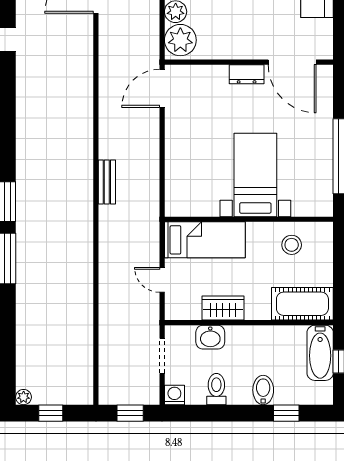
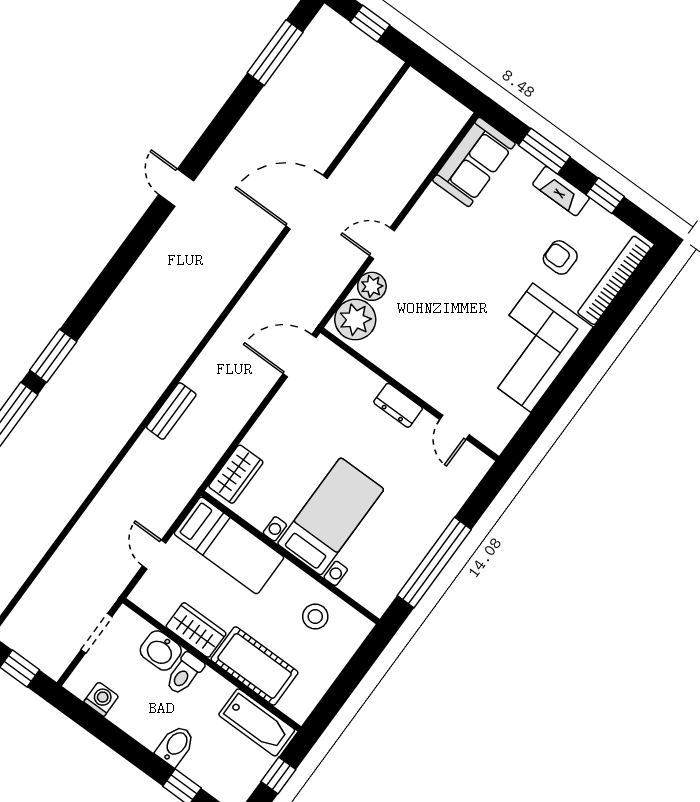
door: (292, 62) -> (454, 427), width x0.53
wardrobe: (176, 192) -> (236, 474), added
cot: (302, 304) -> (255, 666), moved
bathtub: (320, 353) -> (257, 722), moved, turned -90
toilet: (216, 389) -> (184, 674), moved, turned 180
washing machine: (174, 395) -> (101, 699), moved

